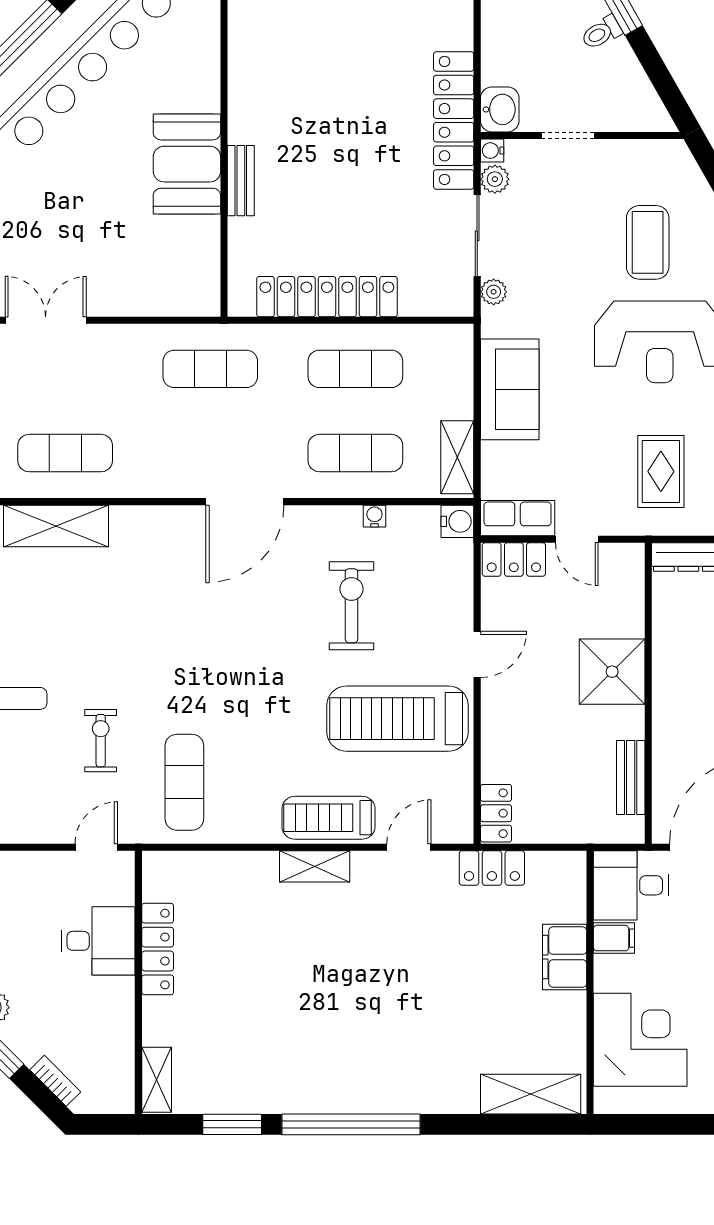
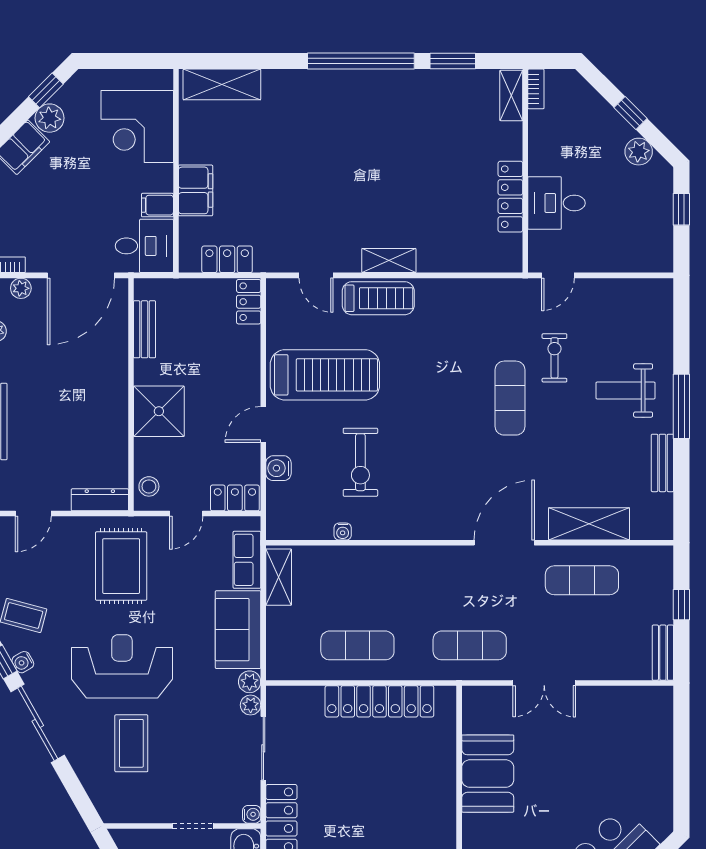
booth: (187, 164) -> (488, 774), moved
plant: (495, 179) -> (250, 682), moved
bench: (241, 181) -> (446, 791), removed
double door: (46, 320) -> (544, 683), moved
exercise mat: (355, 453) -> (357, 580), removed
rug: (661, 471) -> (121, 566), width x1.36, depth x1.43
door: (245, 502) -> (504, 543), moved
row of seats: (518, 518) -> (247, 560), moved, turned 90
water cooler: (457, 521) -> (278, 468), moved
door: (577, 539) -> (186, 514), swing flipped
stool: (625, 574) -> (149, 486), added
exercise bike: (101, 741) -> (554, 358), turned 180
exercise mat: (184, 782) -> (510, 398), moved
door: (409, 847) -> (316, 275), hinge flipped
locker: (492, 868) -> (227, 259), moved
bookcase: (55, 1081) -> (536, 89), moved, turned -135

